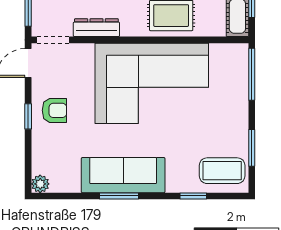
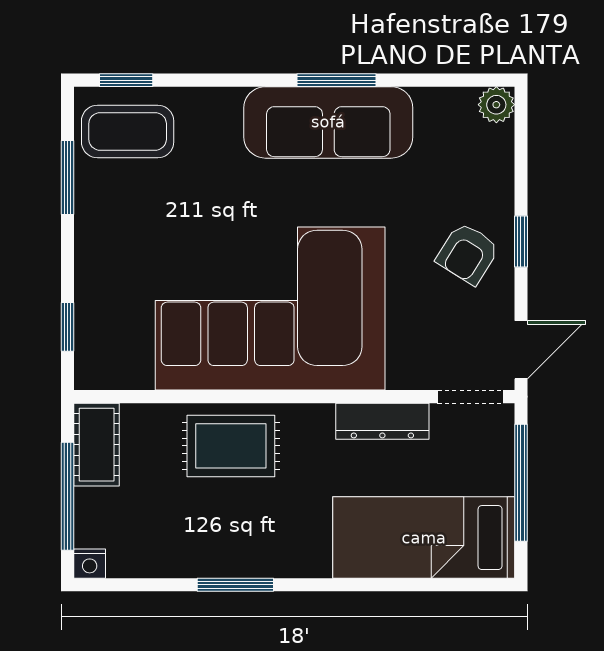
window: (252, 74) -> (68, 327), width x0.46
armchair: (54, 110) -> (468, 254), turned -58
window: (193, 196) -> (126, 80), moved

